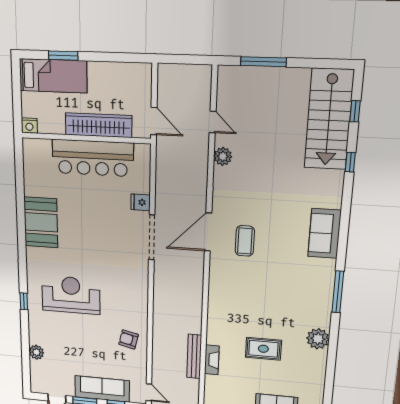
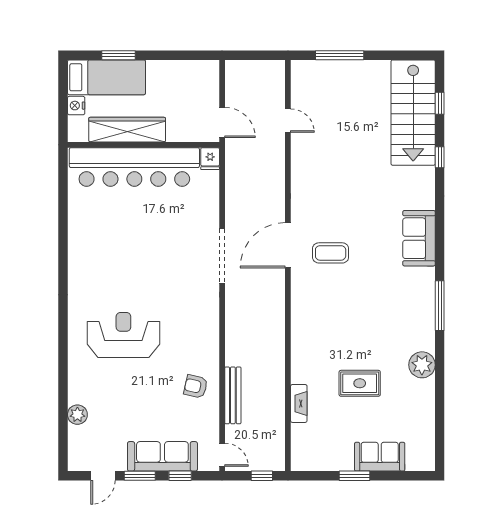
wardrobe: (99, 125) -> (127, 130), moved
nightstand: (29, 126) -> (76, 106), moved, turned 90
plant: (223, 156) -> (301, 158), removed
bar counter: (93, 158) -> (134, 167), width x1.36
fridge: (141, 202) -> (210, 159), moved, turned -90
booth: (41, 222) -> (88, 247), removed
coffee table: (245, 241) -> (331, 253), turned 90
window: (24, 301) -> (63, 348), removed
bench: (194, 356) -> (233, 395), moved

